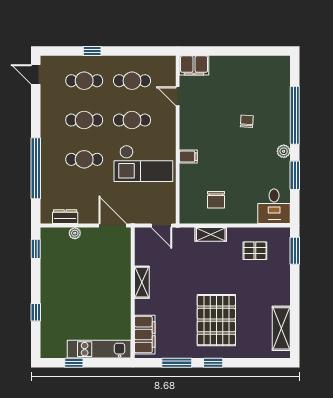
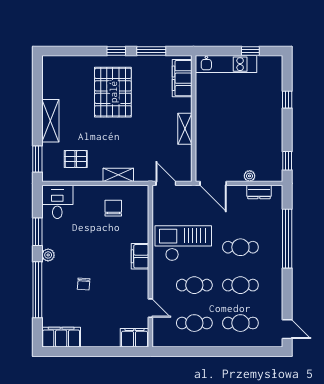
window: (92, 51) -> (233, 352), removed
filing cabinet: (270, 66) -> (61, 337), added
filing cabinet: (188, 157) -> (140, 256), width x2.00
shelving: (281, 328) -> (50, 121), moved

